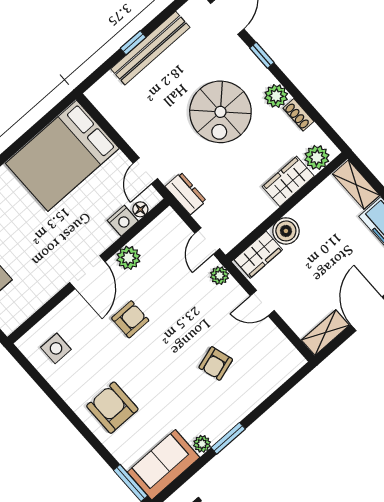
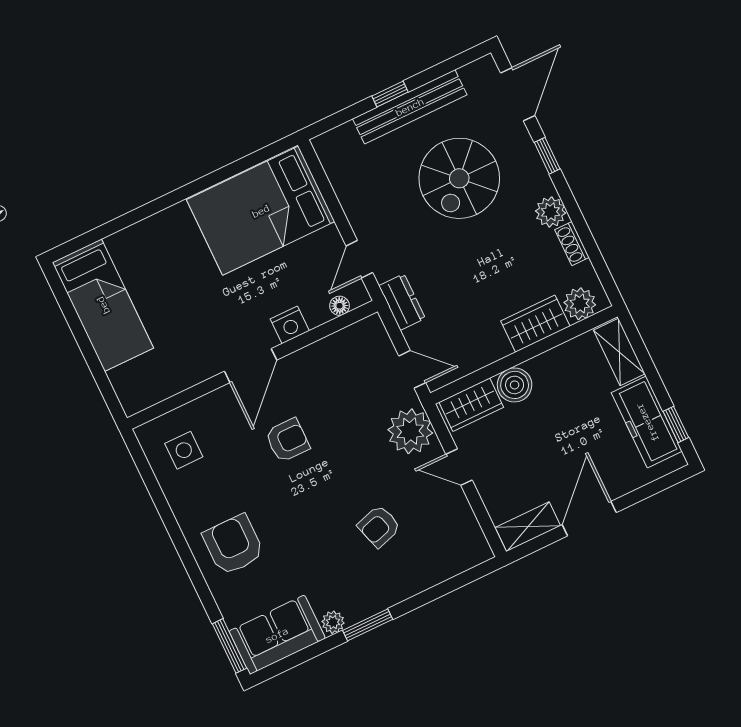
spiral stairs: (220, 112) -> (459, 178), moved
nightstand: (123, 221) -> (290, 325), moved
door: (207, 241) -> (412, 369), swing flipped
plant: (128, 258) -> (307, 362), removed
plant: (219, 276) -> (410, 431), width x1.88, depth x1.88

